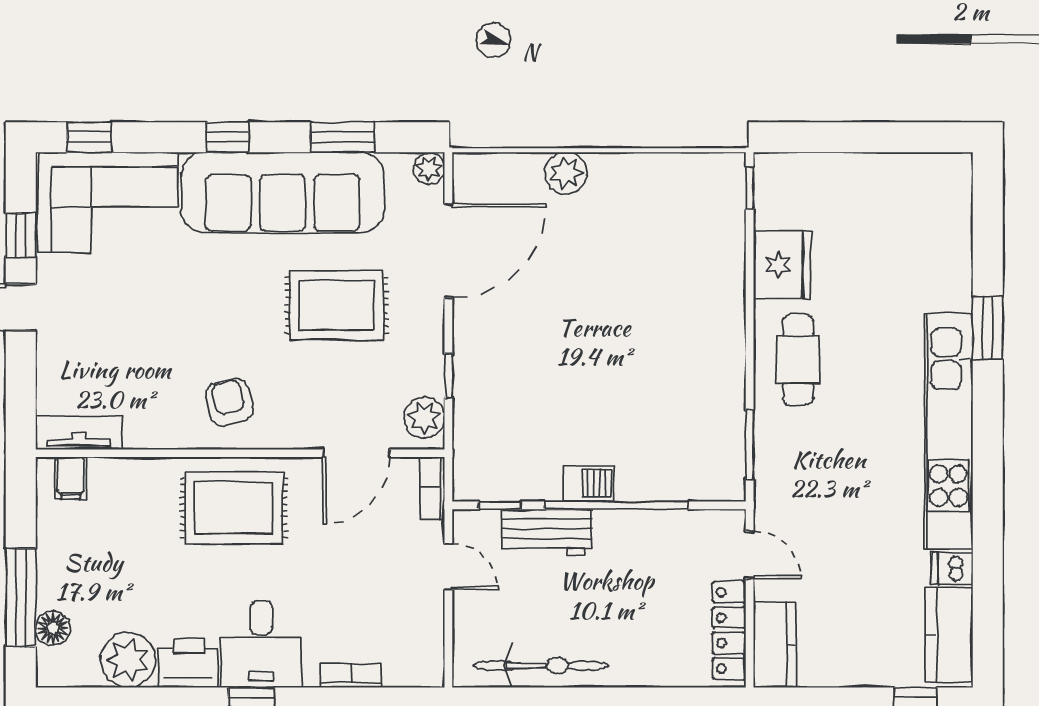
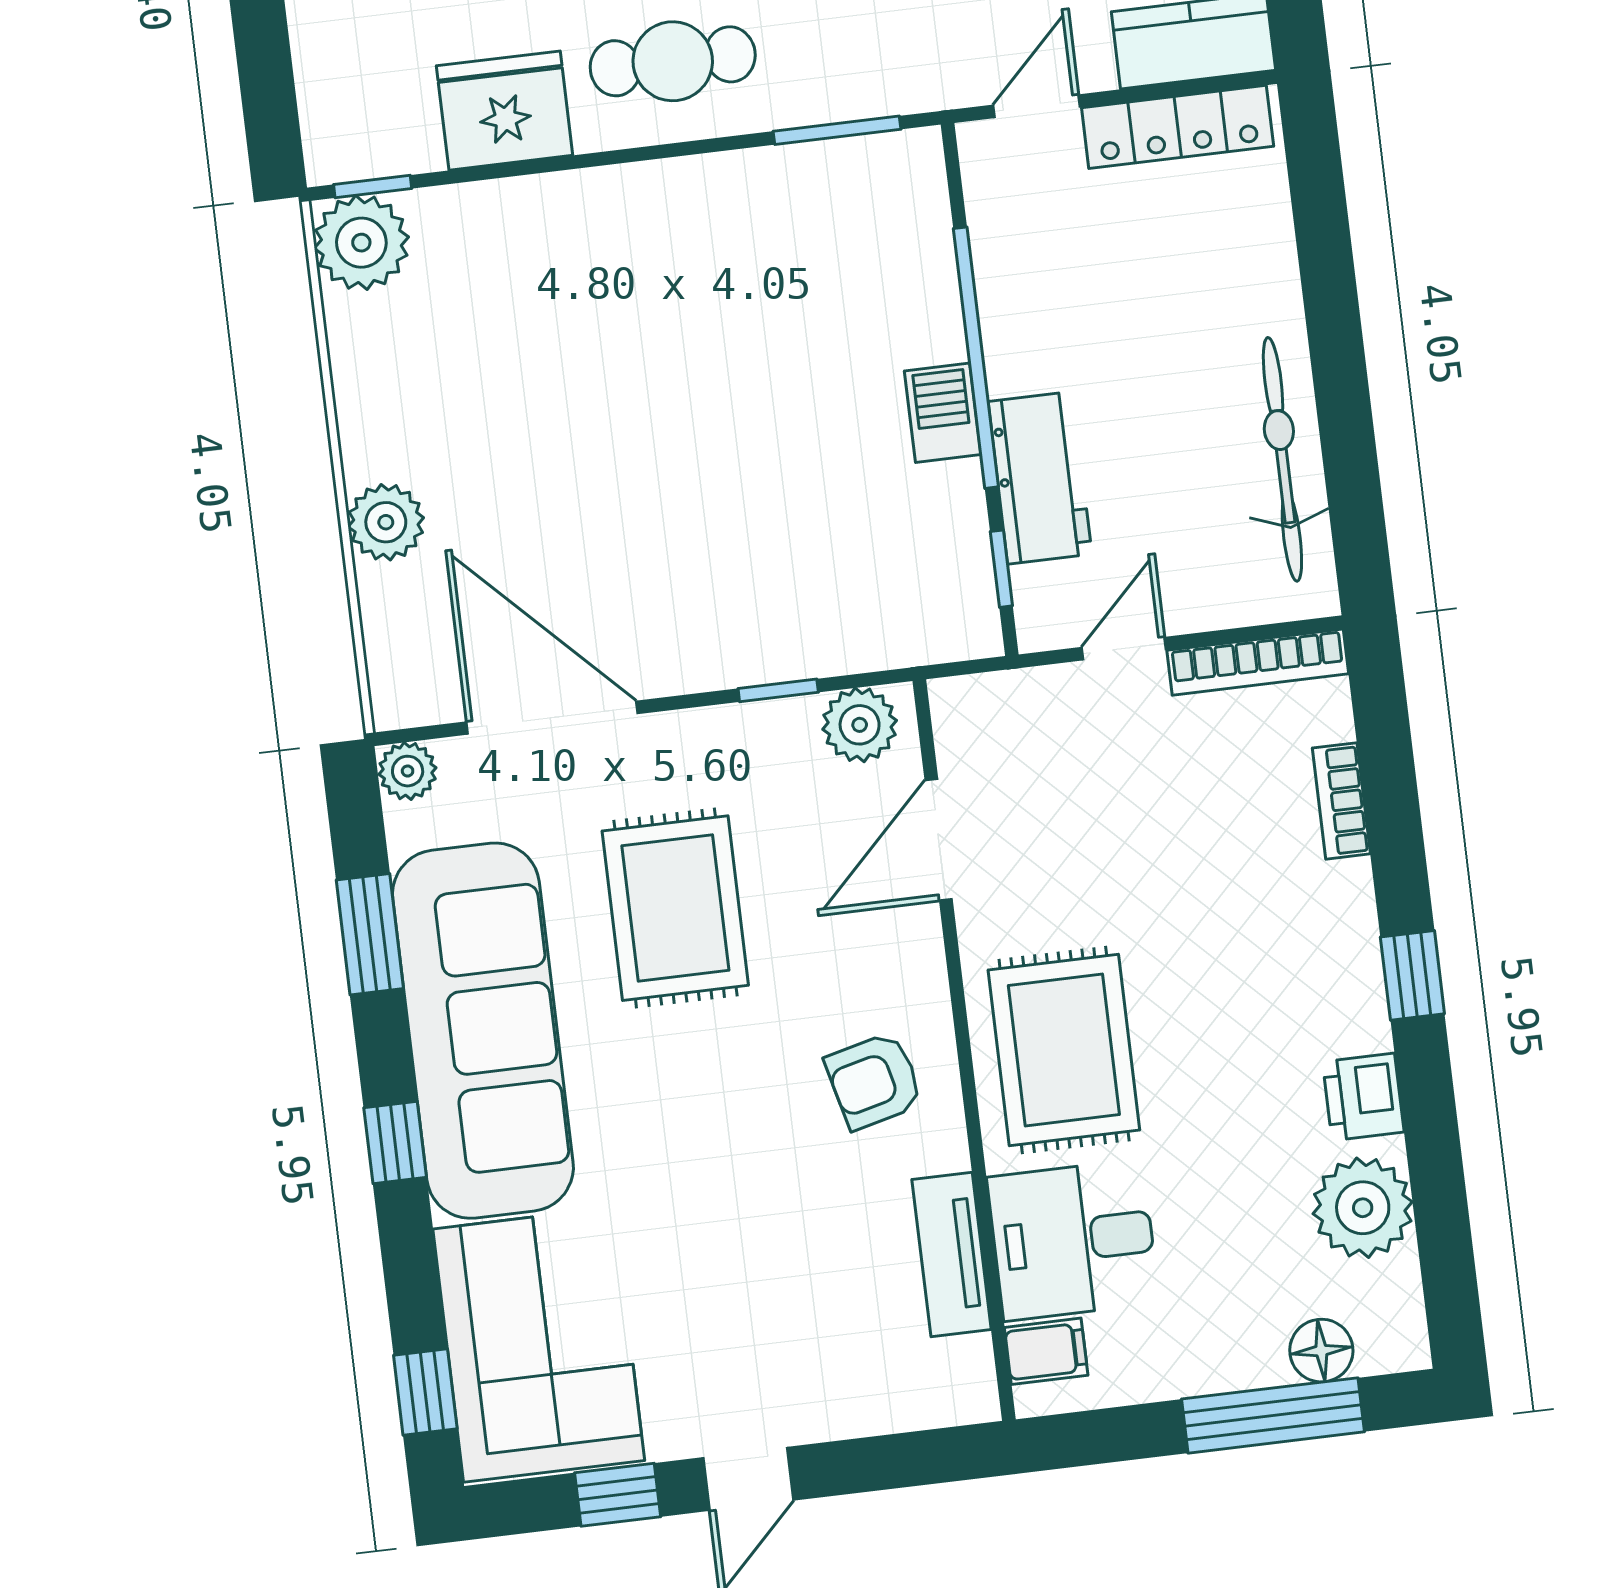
plant: (720, 178) -> (361, 243), added
tv unit: (79, 433) -> (952, 1255), moved
door: (356, 453) -> (939, 840), swing flipped
bookcase: (432, 488) -> (1258, 662), moved, width x1.56
desk: (261, 644) -> (1073, 1240), moved, turned 180
printer: (188, 663) -> (1363, 1097), width x0.73, depth x0.81

